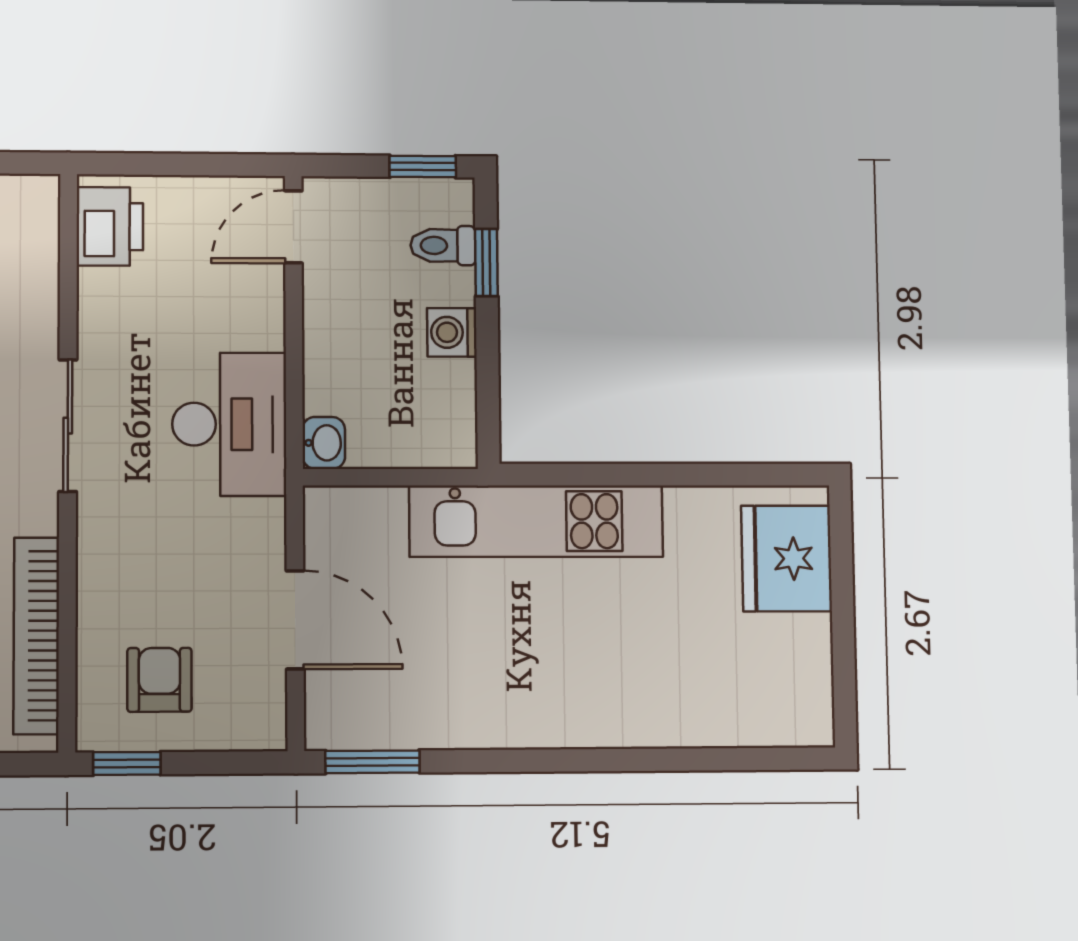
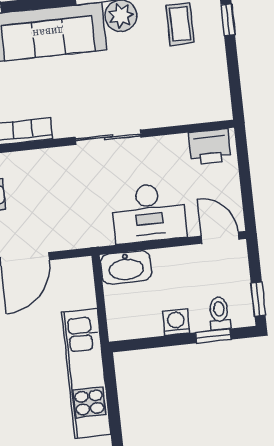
desk: (229, 424) -> (149, 213), moved
washbasin: (324, 443) -> (126, 267), width x1.91, depth x1.45

